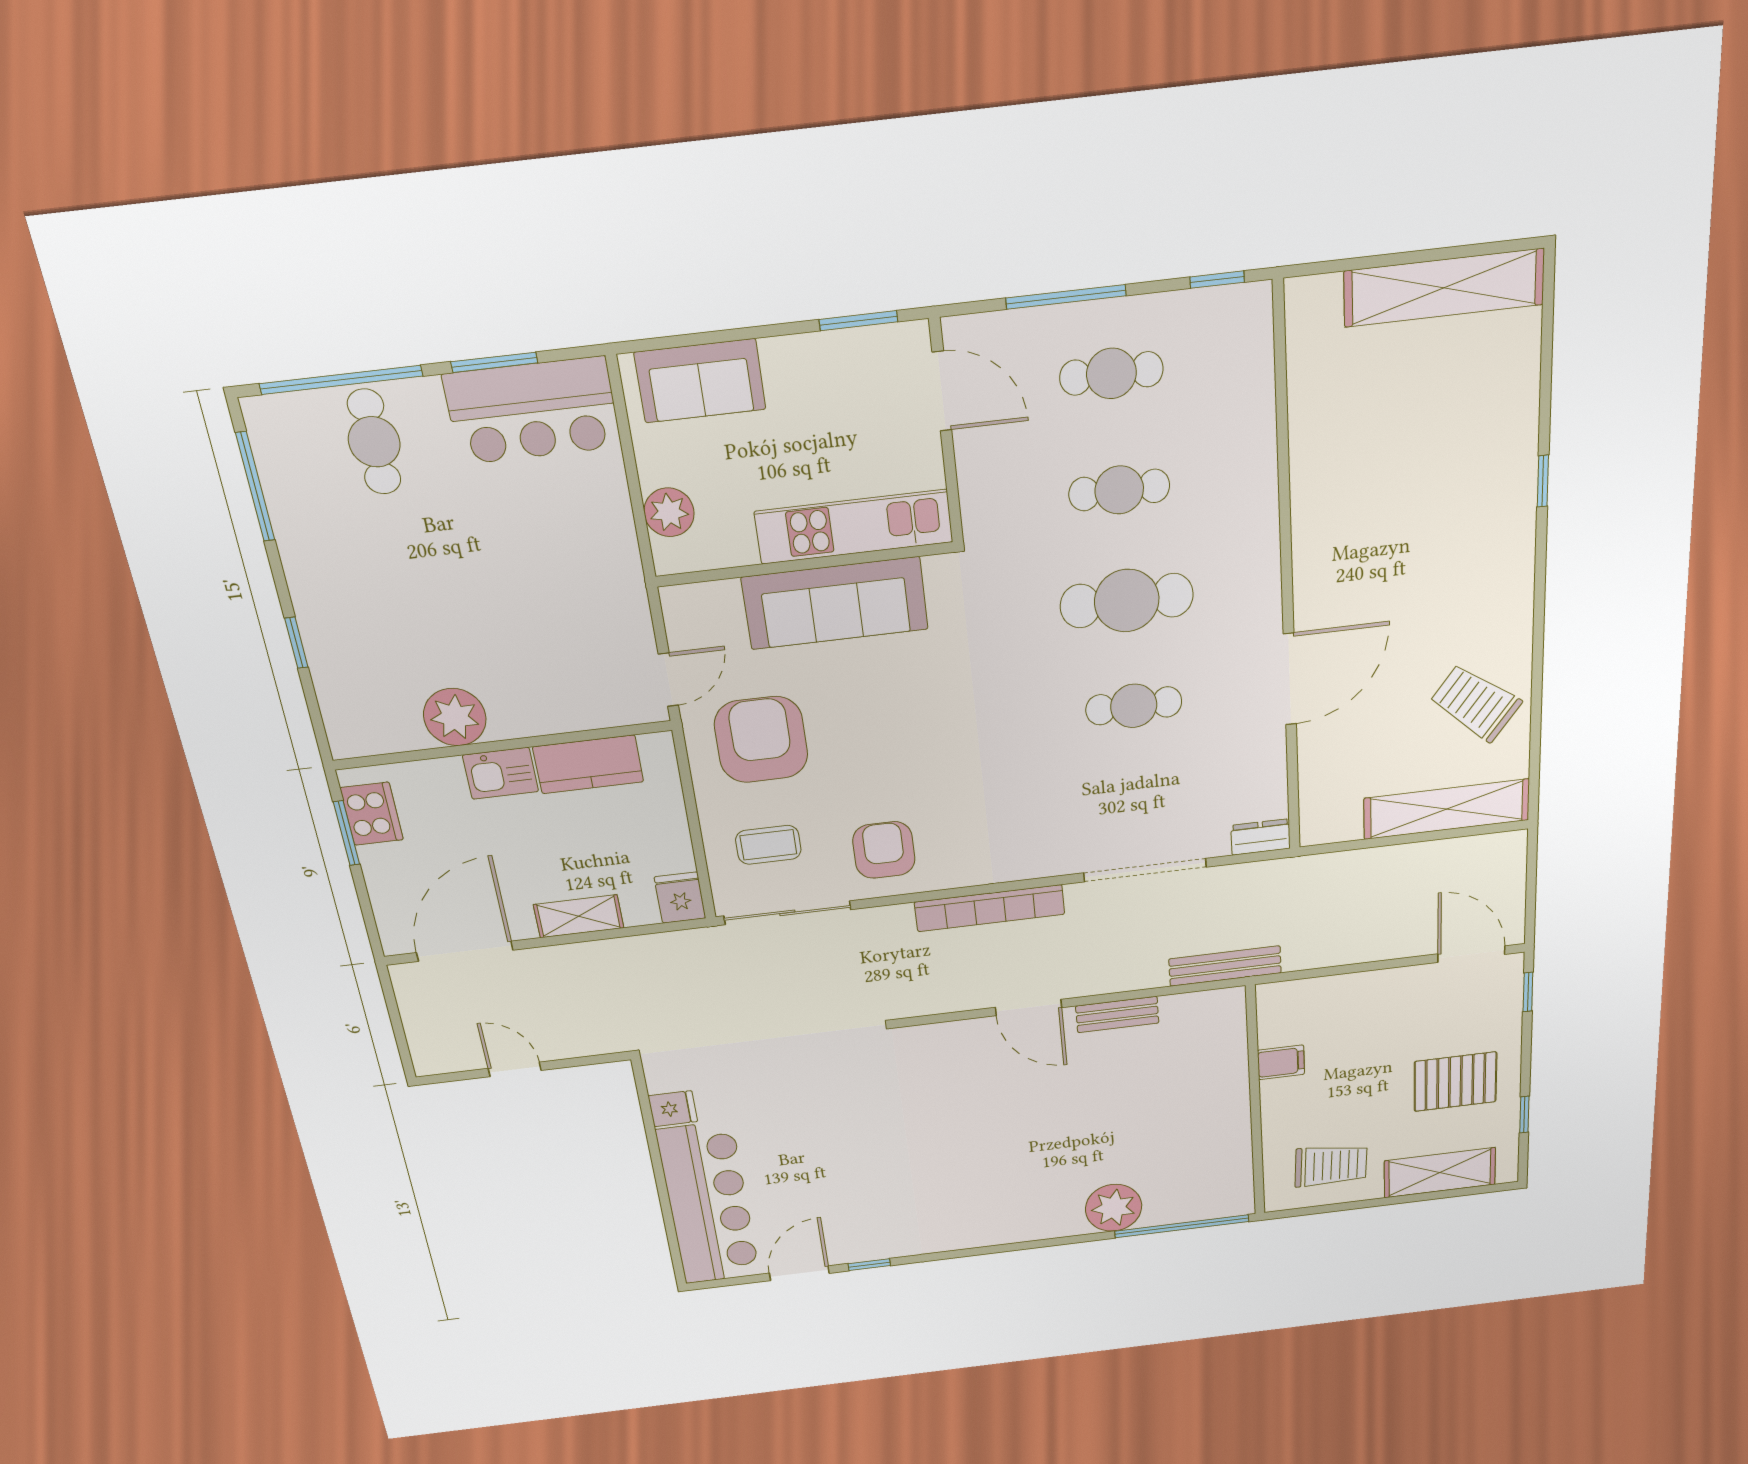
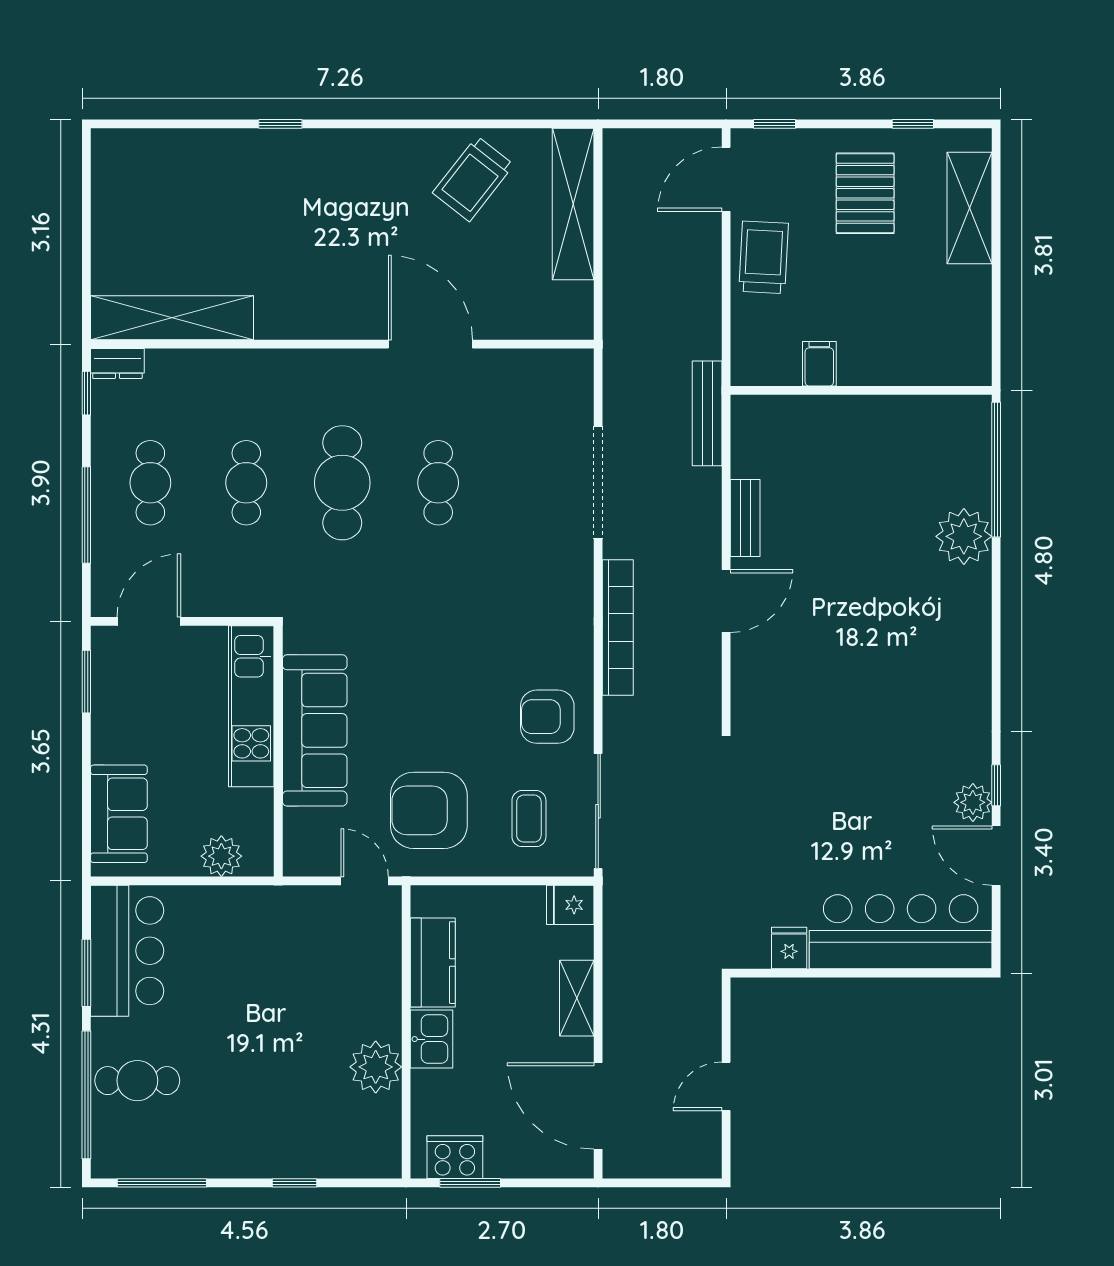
shelving: (1444, 288) -> (172, 318), moved, turned 90
dresser: (1261, 837) -> (117, 363), moved, turned -90
trolley: (1331, 1166) -> (764, 257), moved
plant: (849, 1248) -> (973, 802), added

